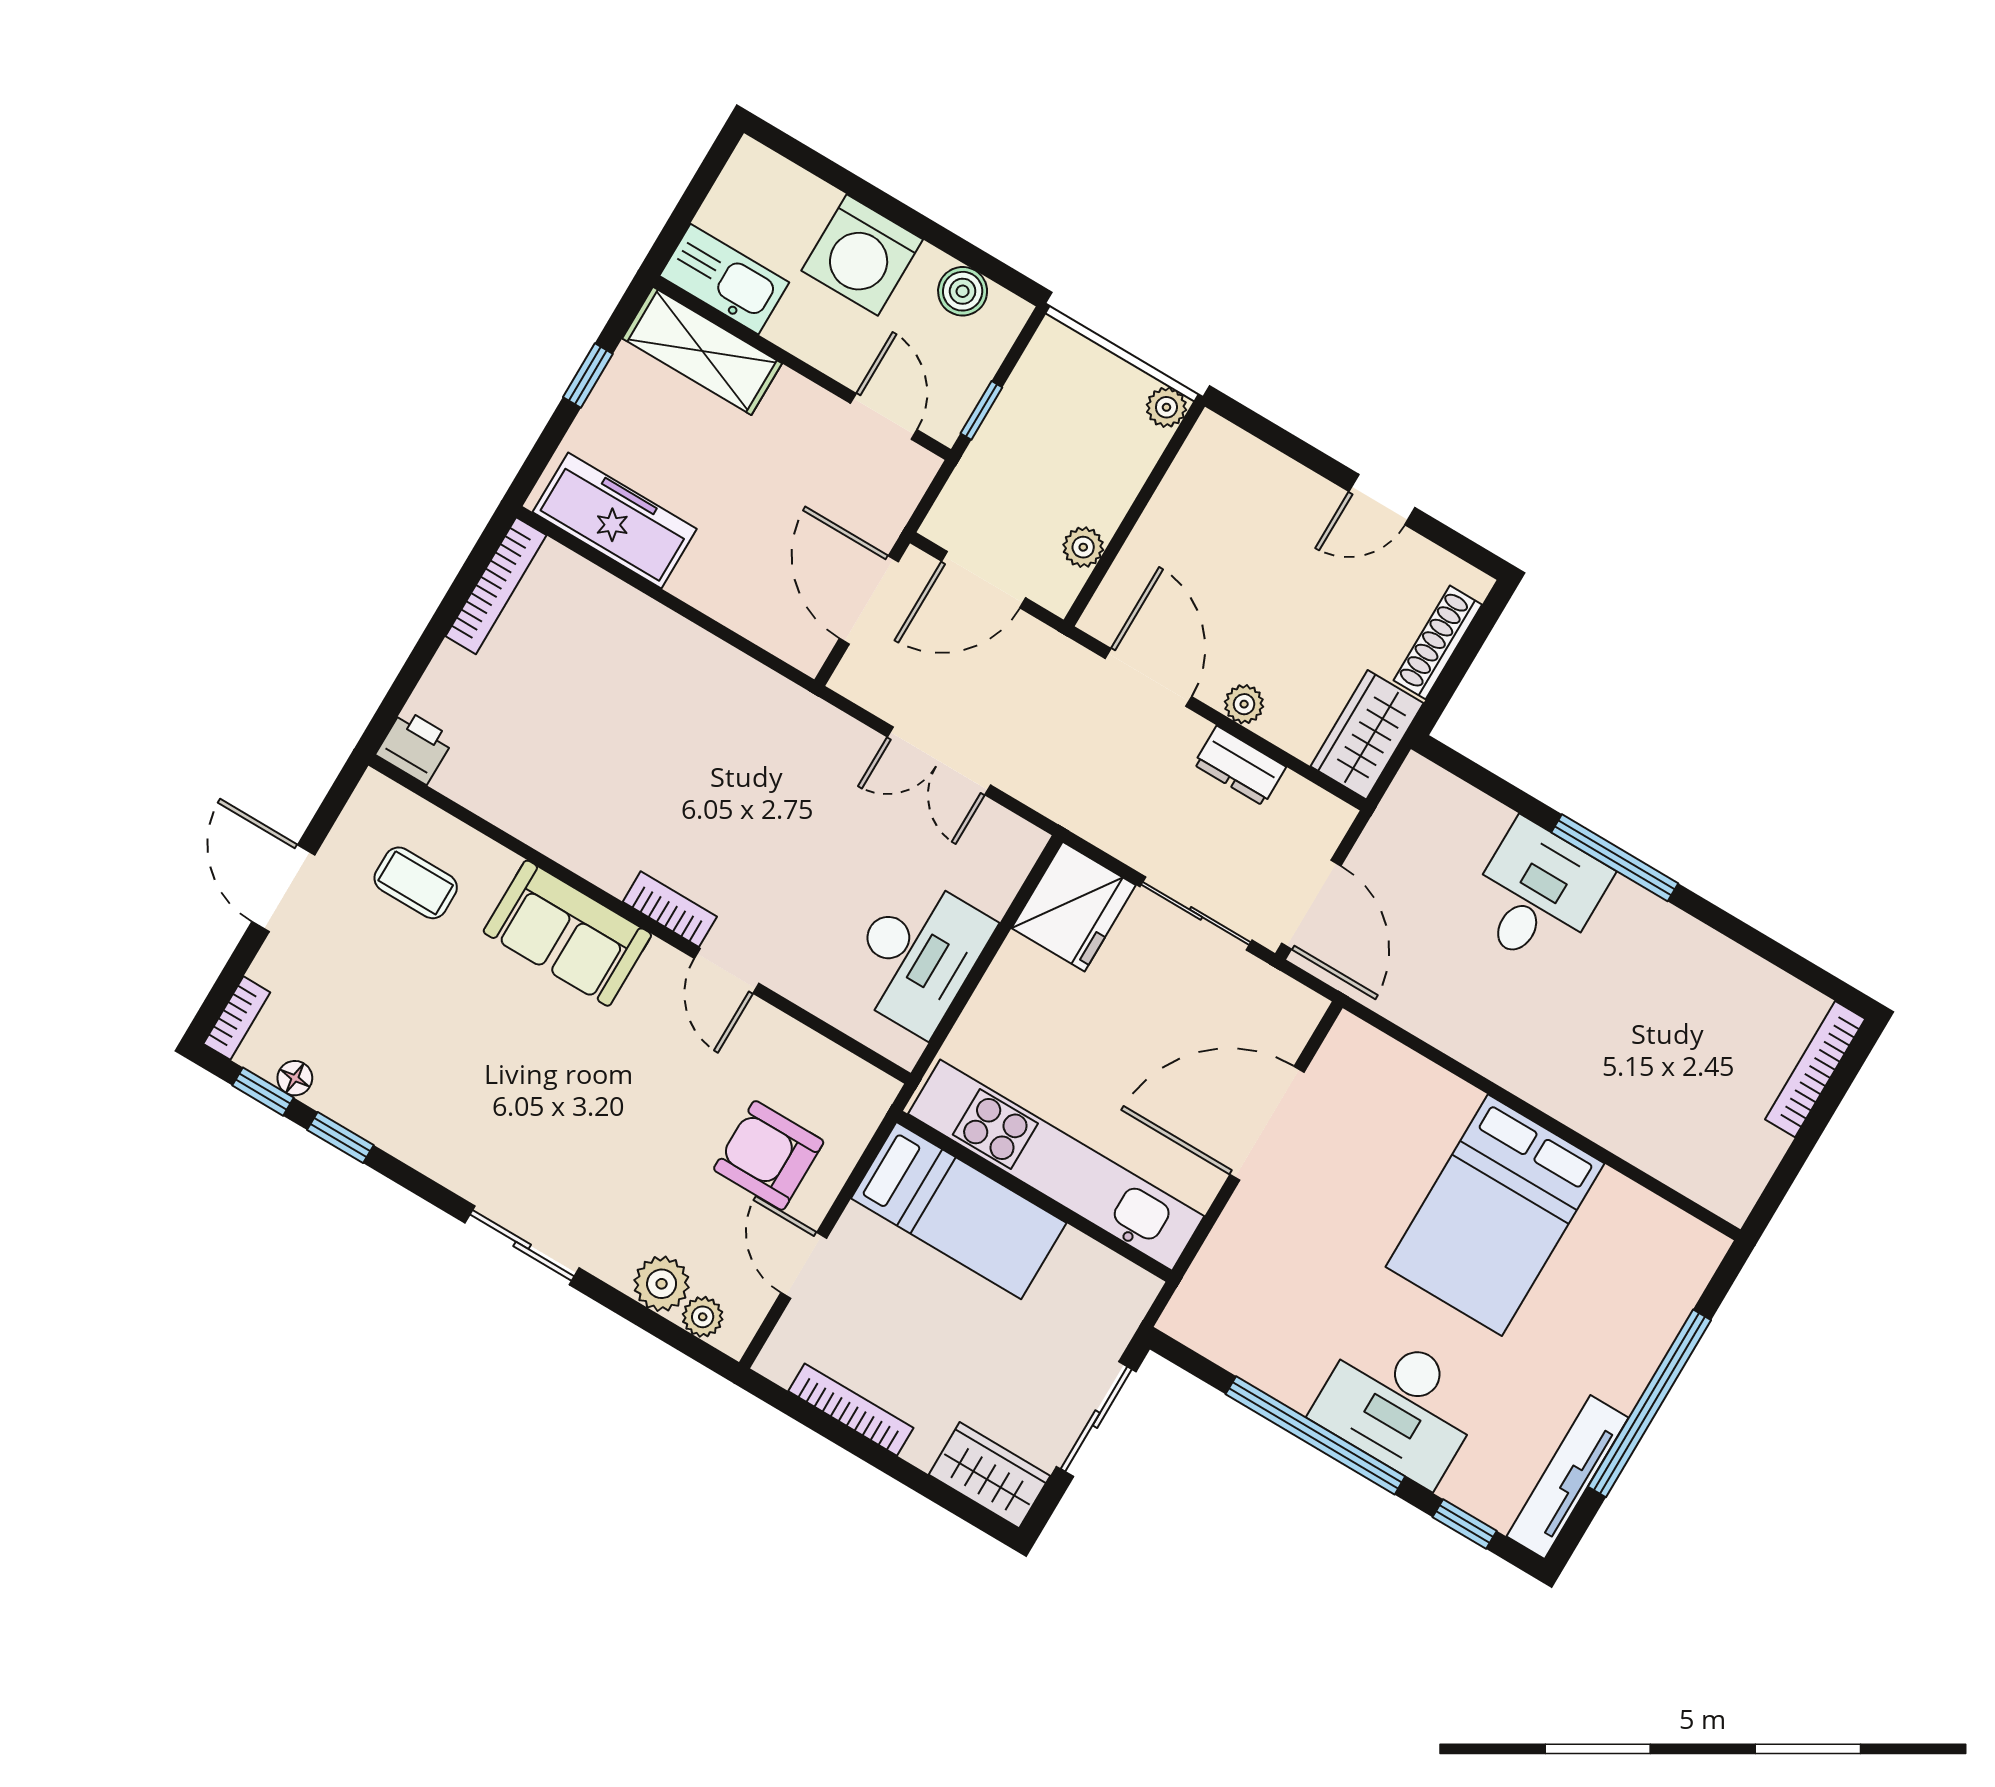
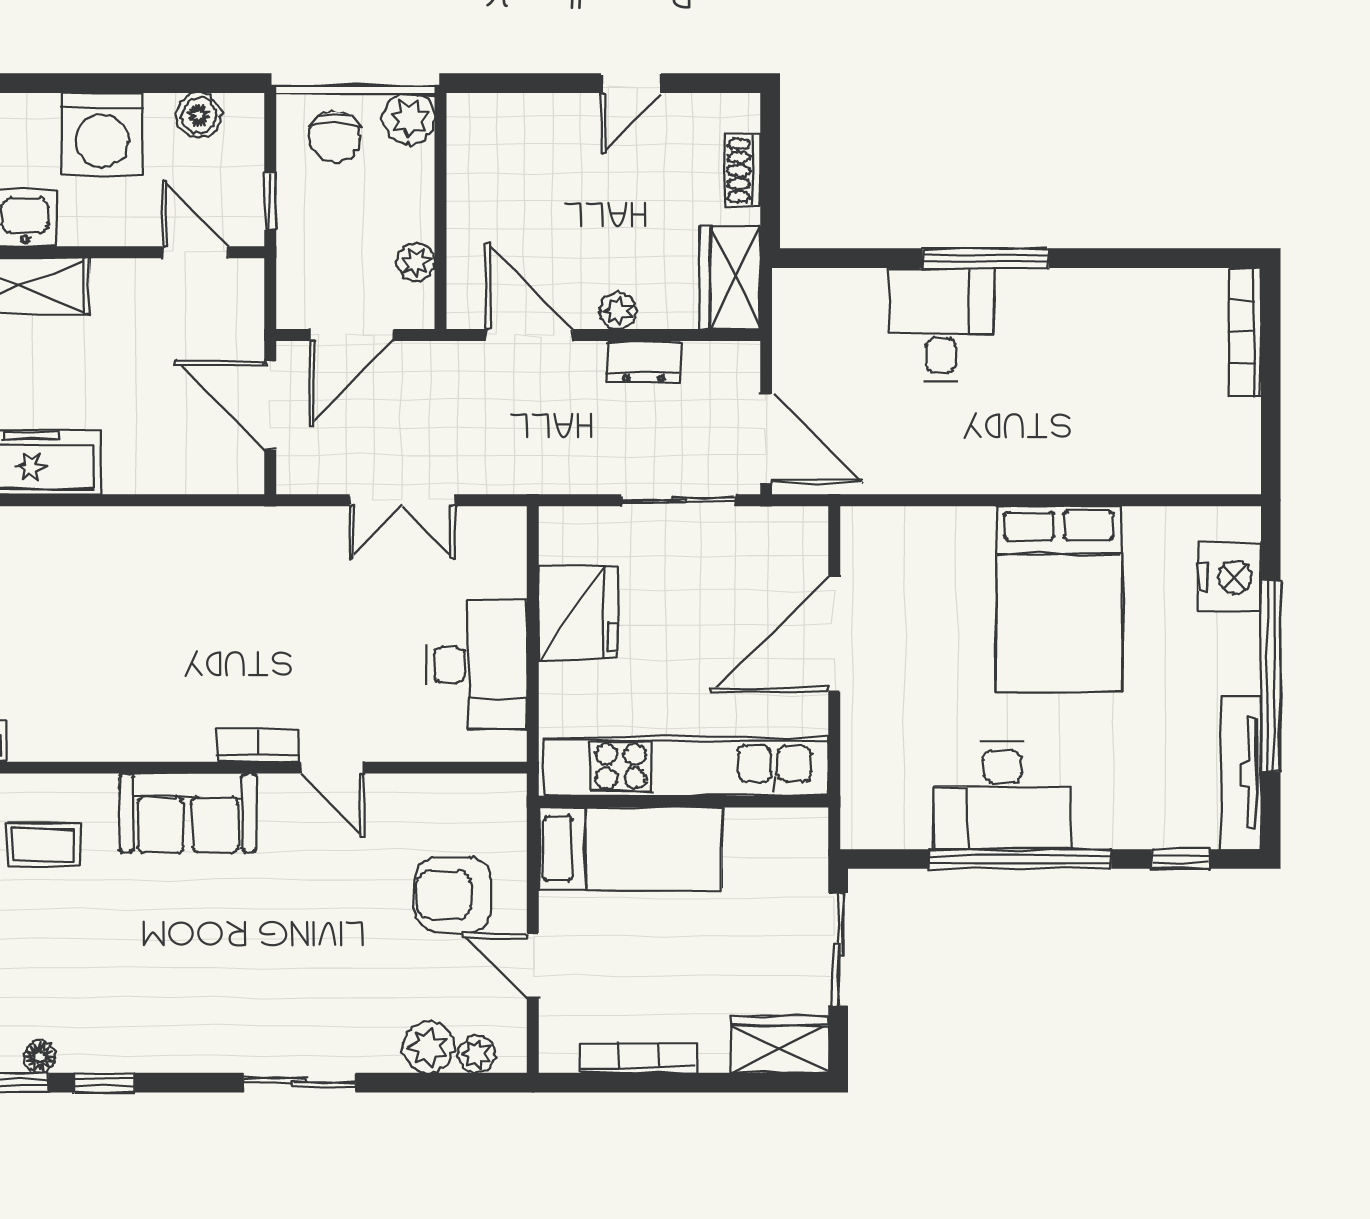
chair: (1077, 386) -> (335, 137), added
plant: (1166, 407) -> (409, 118), width x1.38, depth x1.38
shoe rack: (1438, 642) -> (743, 170), width x0.70
fridge: (1074, 907) -> (578, 612), moved
nightstand: (1666, 1289) -> (1230, 577), added
desk: (1399, 1405) -> (1002, 796), moved

